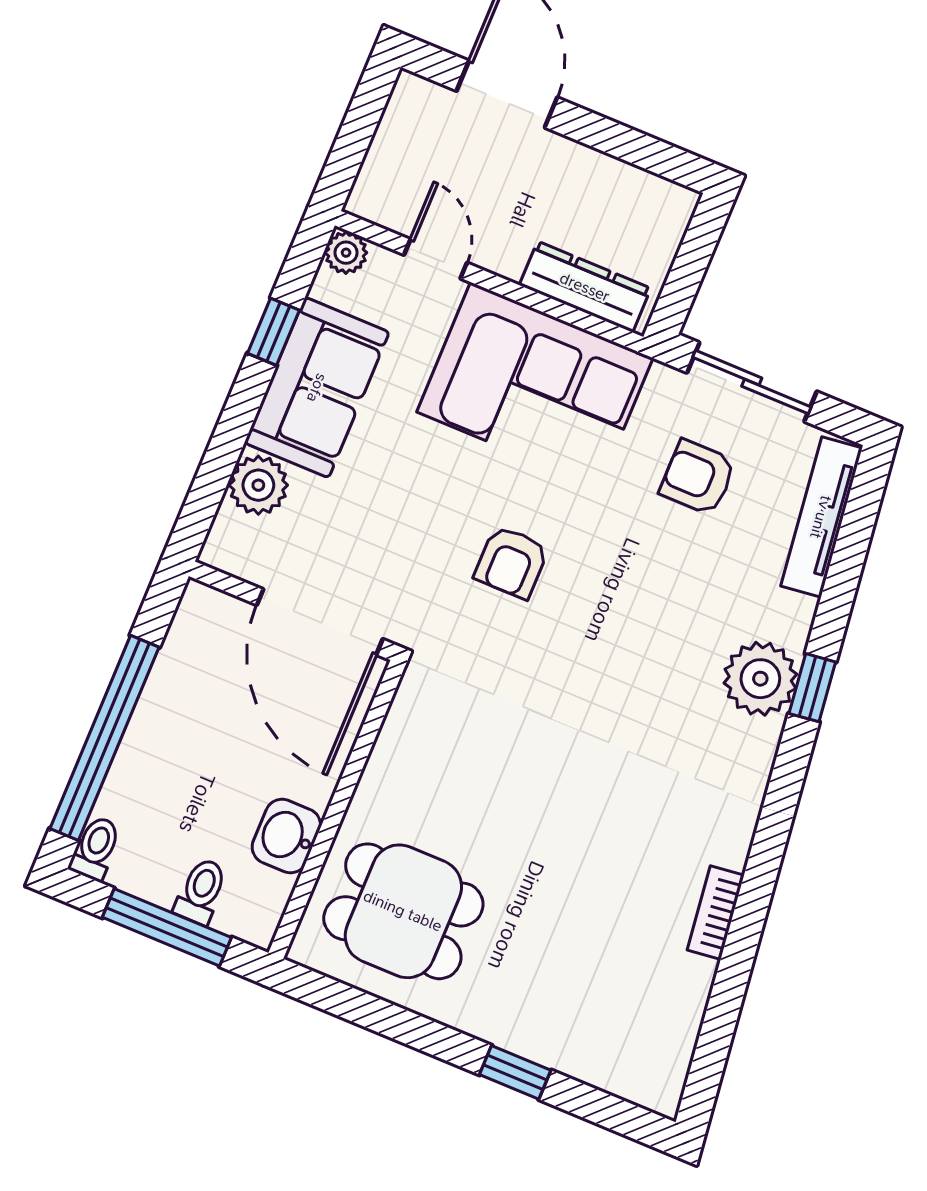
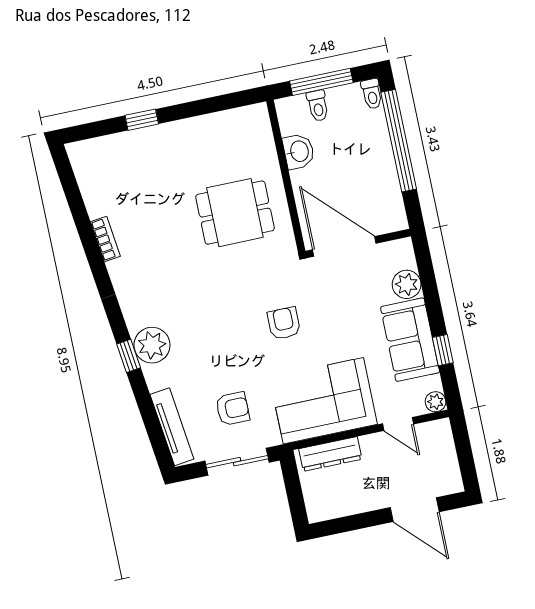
dining table: (403, 911) -> (235, 213), moved

